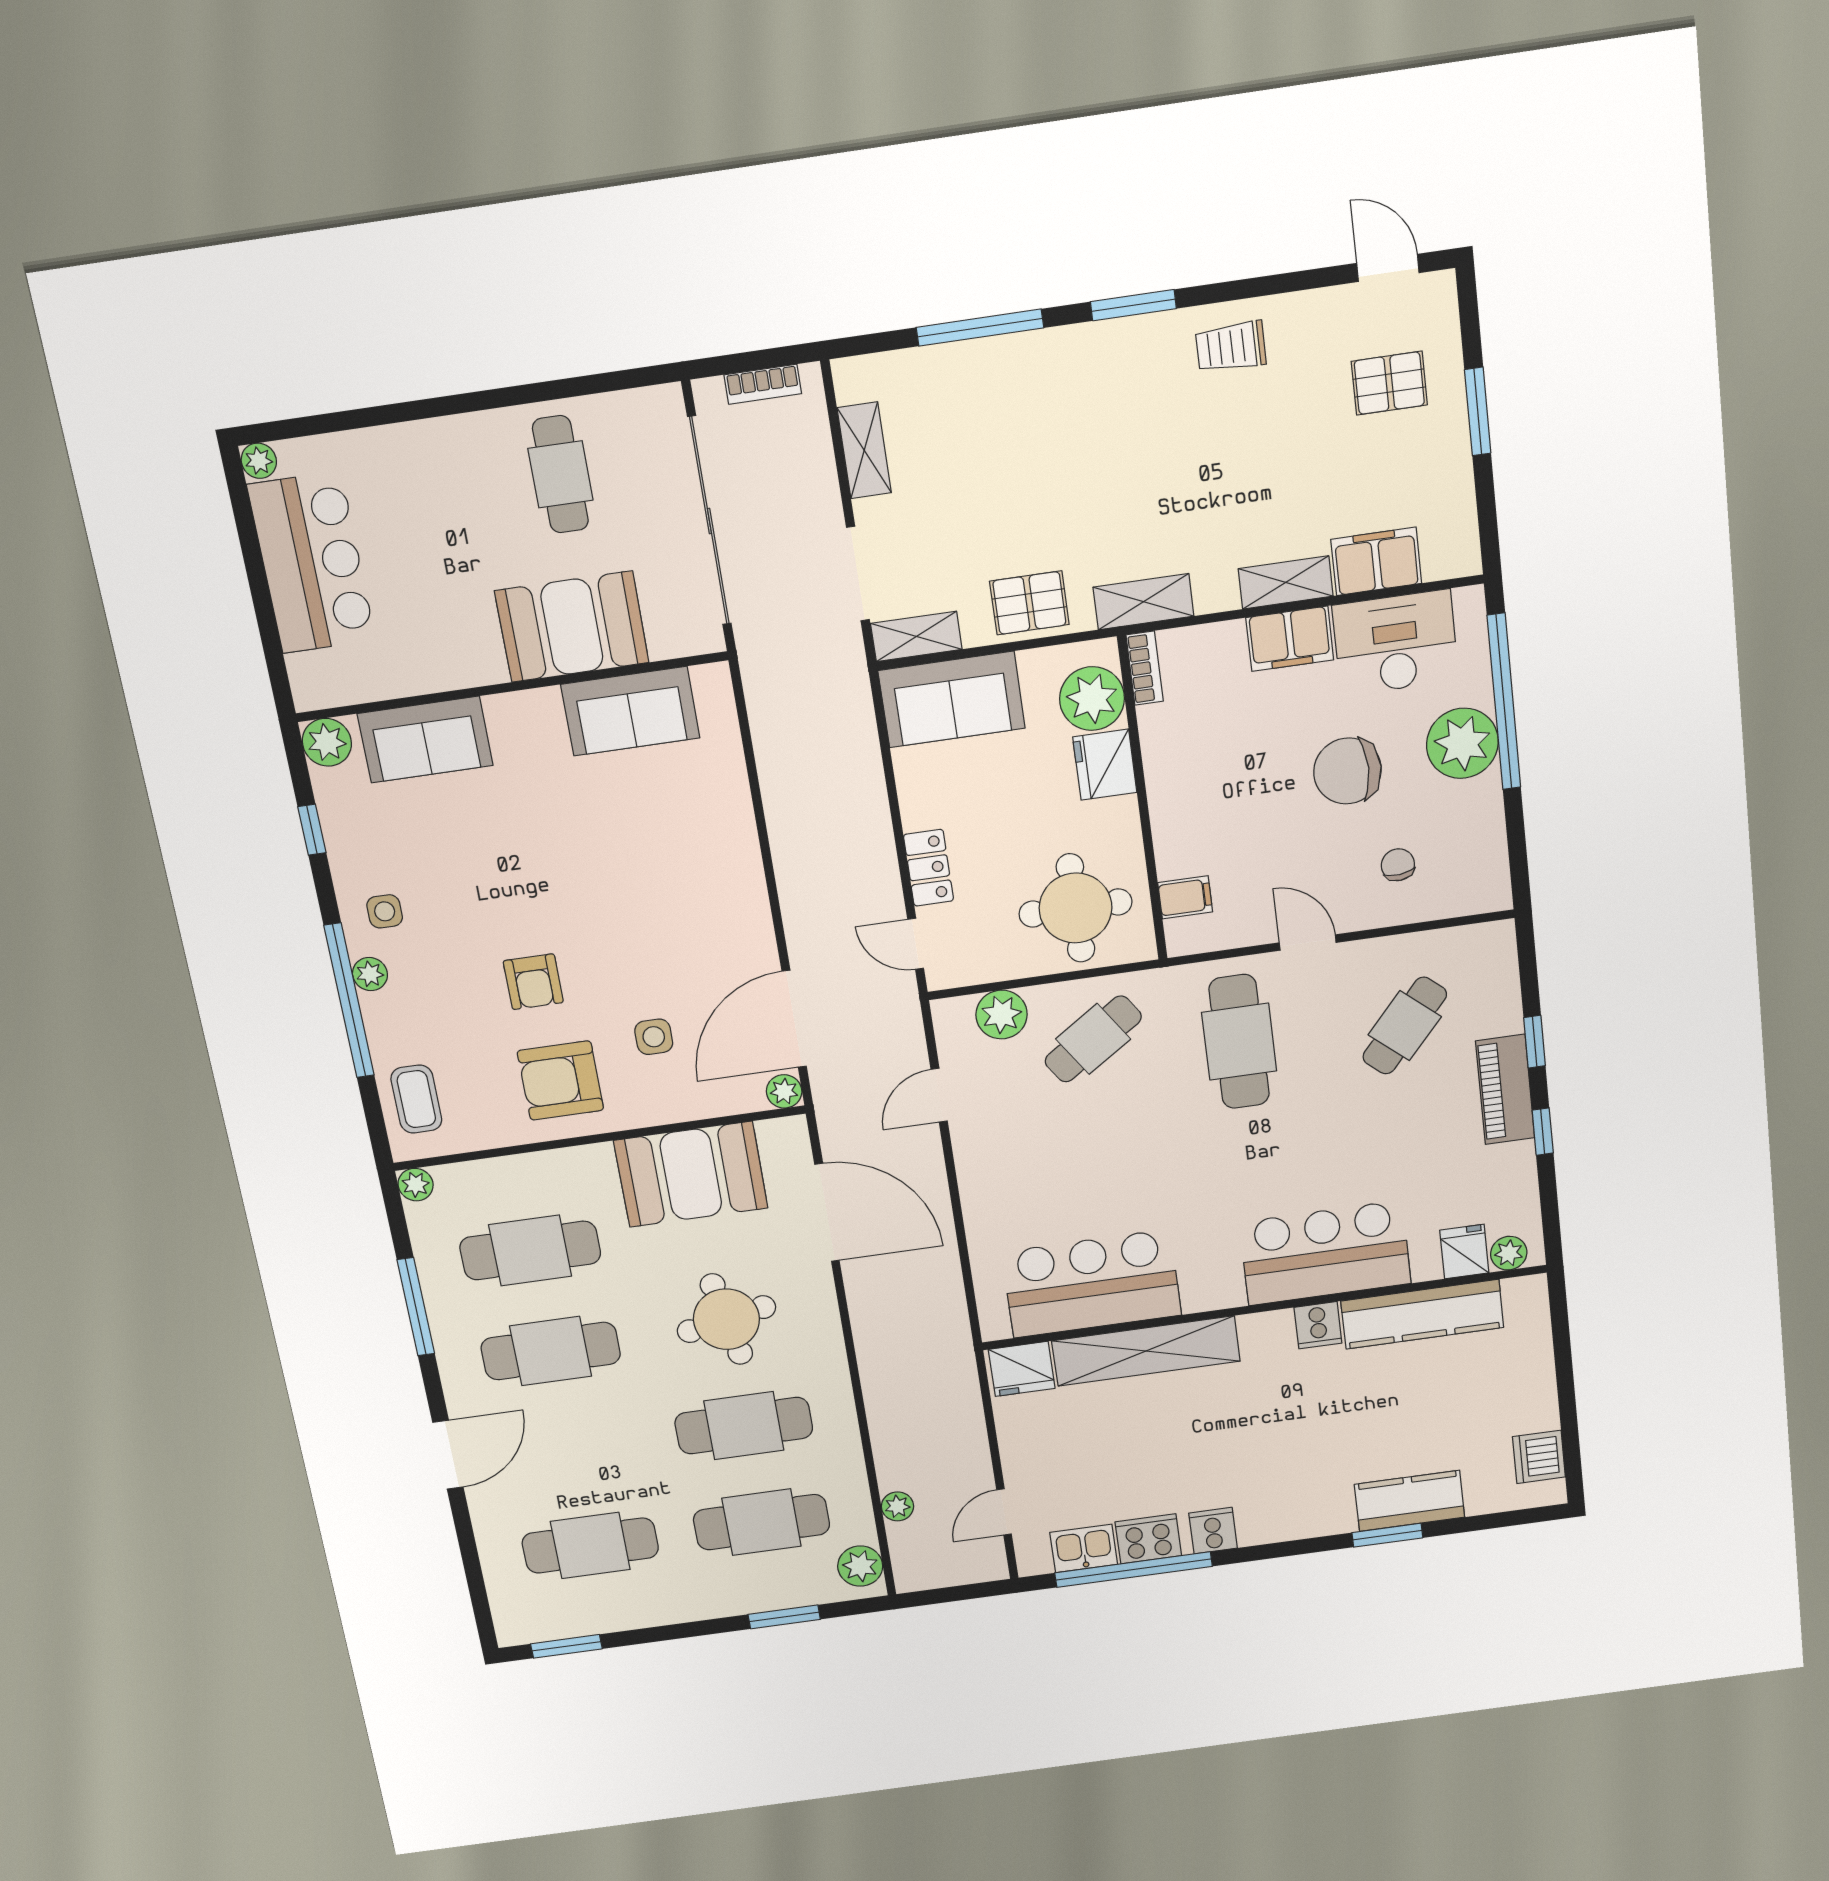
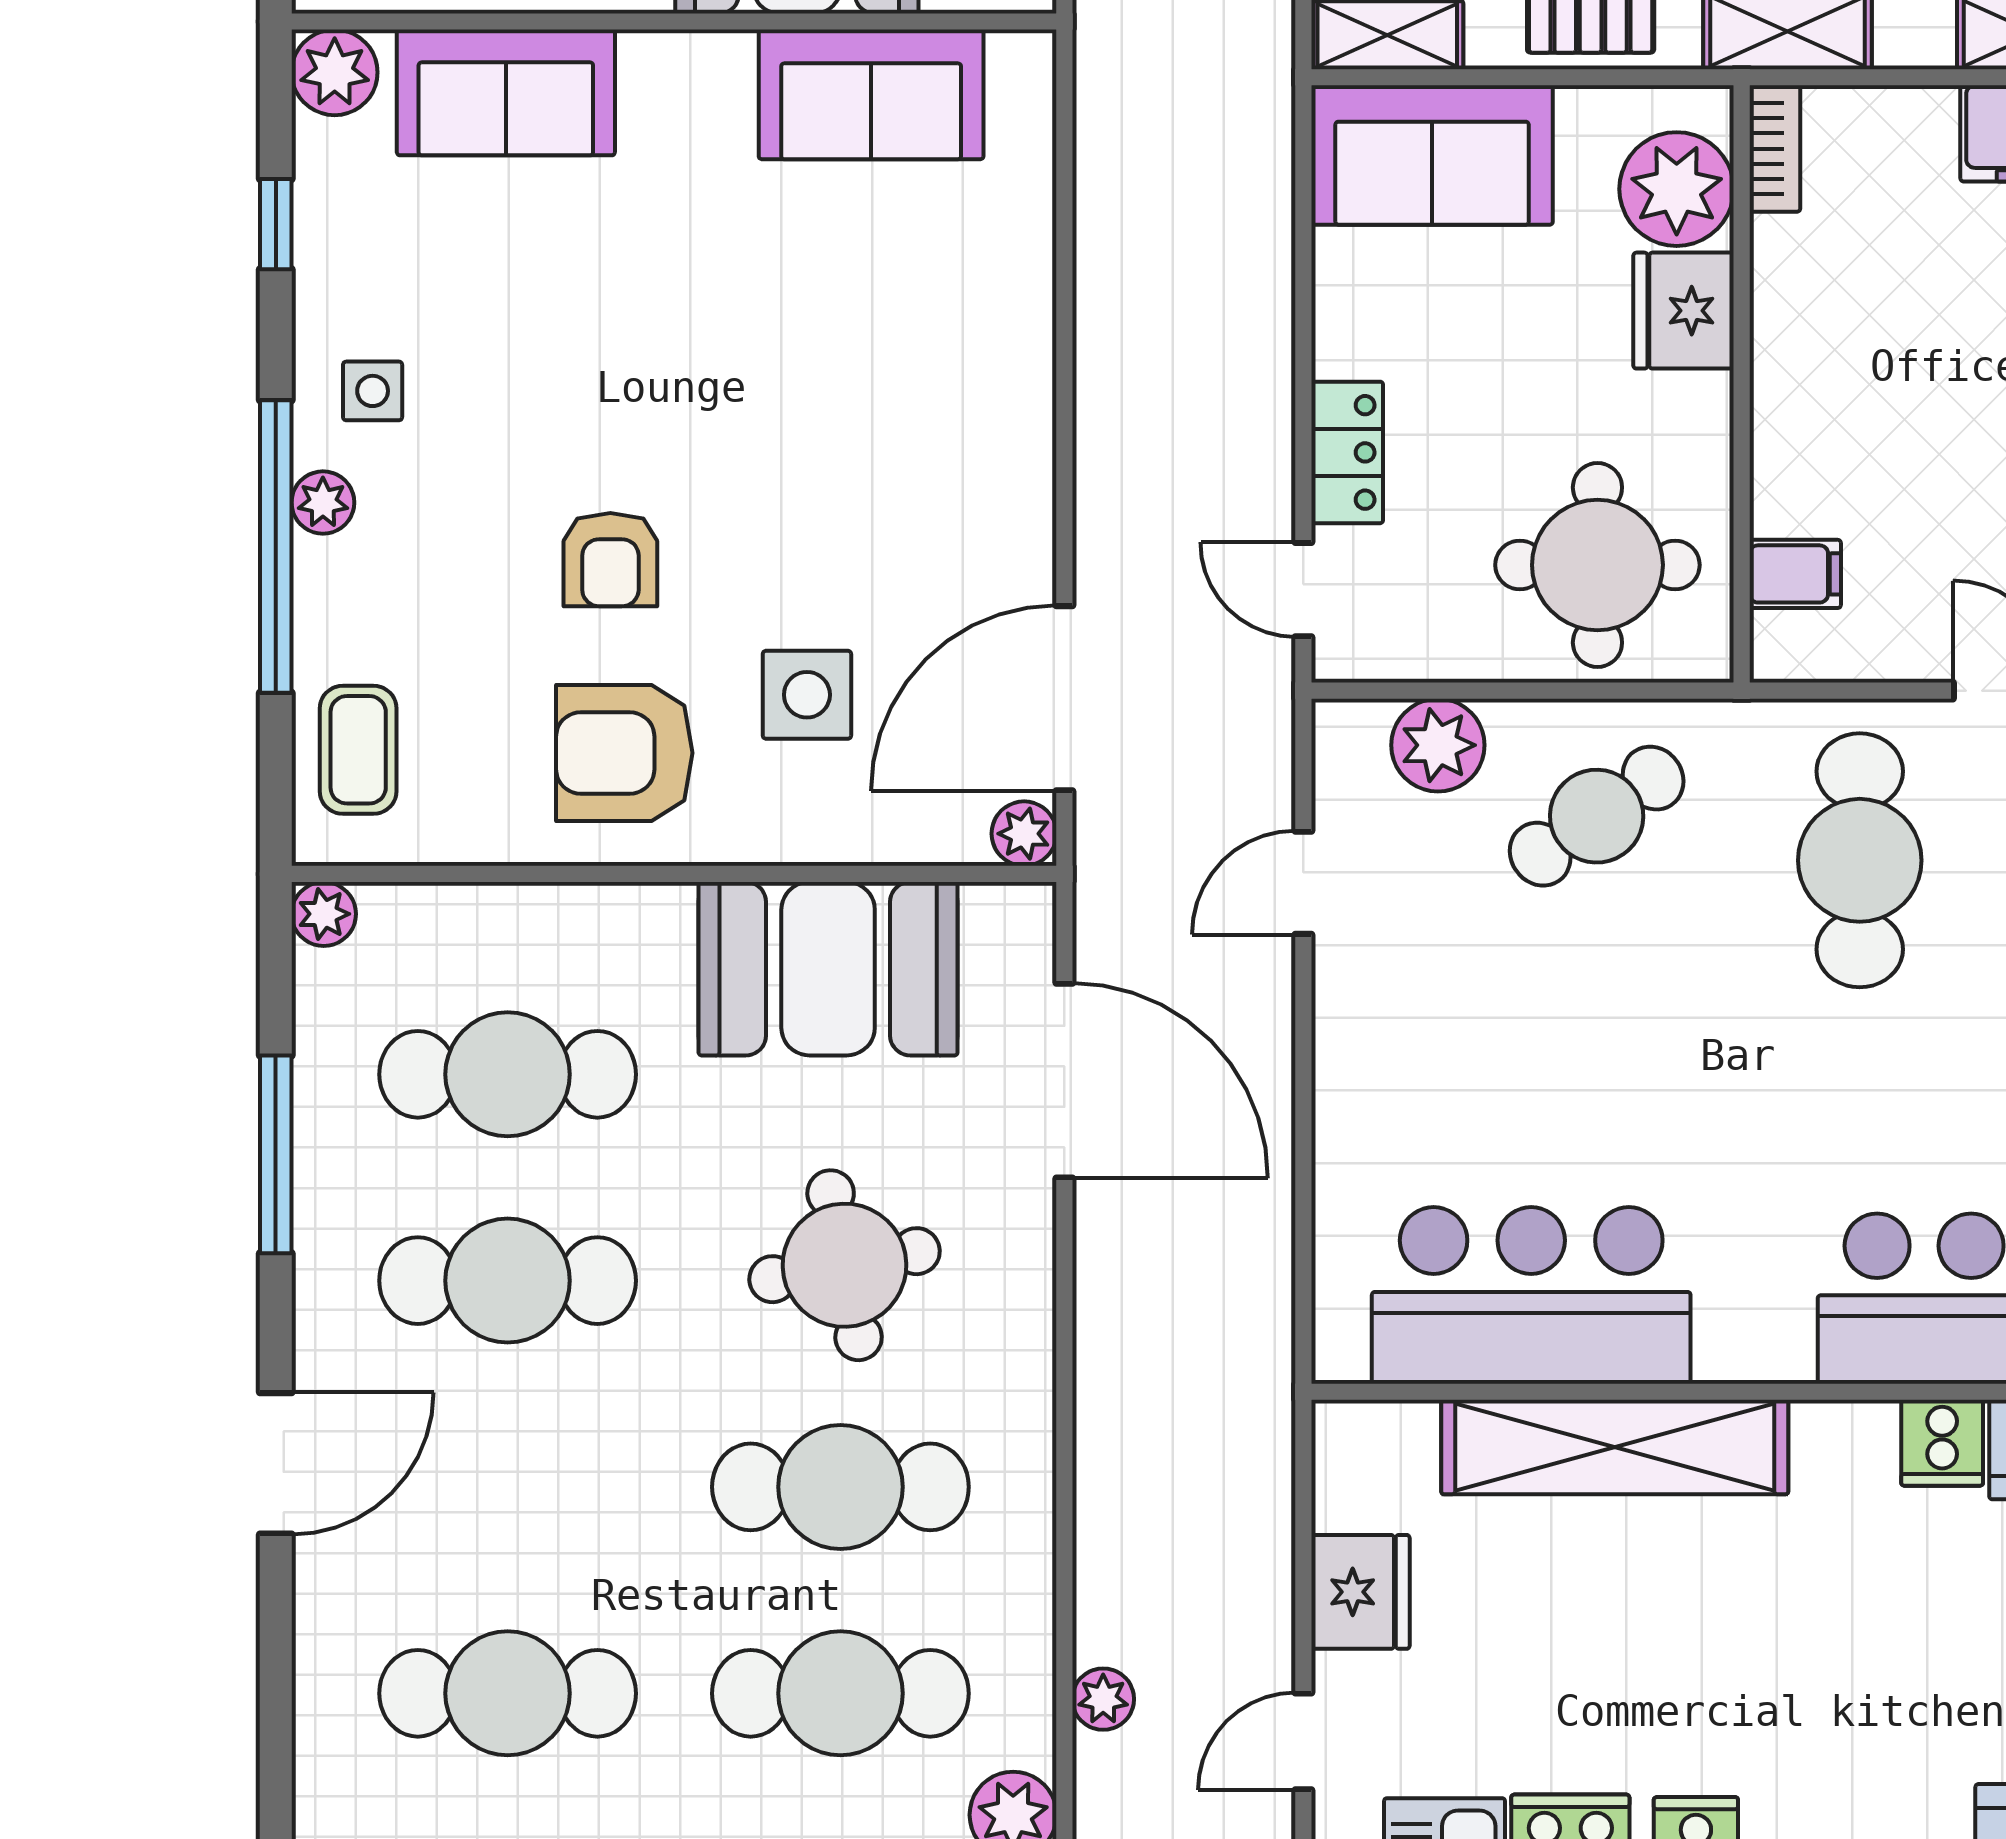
side table: (654, 1037) -> (807, 695), width x1.37, depth x1.37
fridge: (1022, 1369) -> (1360, 1592), moved, turned -90

